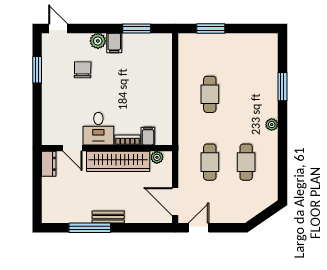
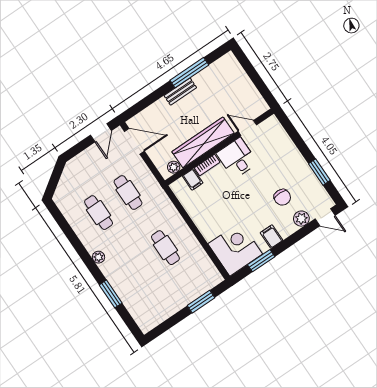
plant: (98, 41) -> (301, 219), moved
corner desk: (152, 53) -> (235, 249), added
dresser: (49, 164) -> (258, 102), removed

